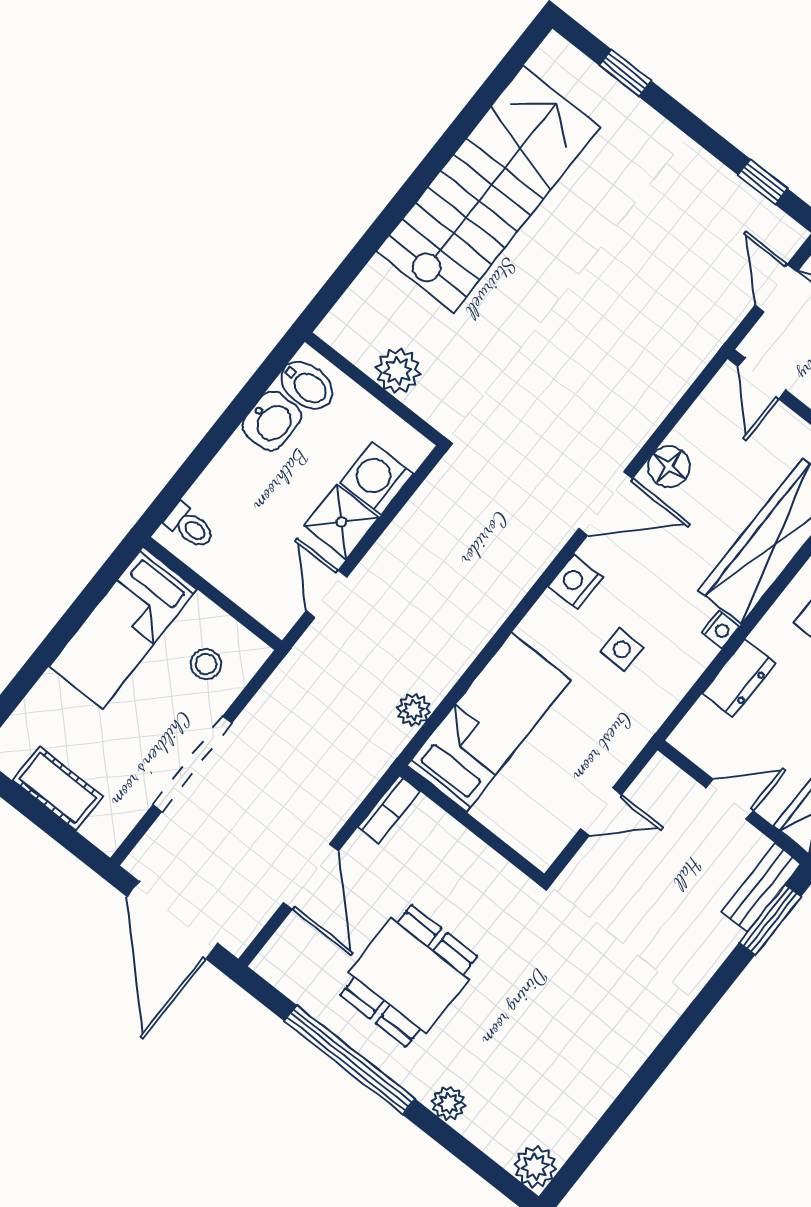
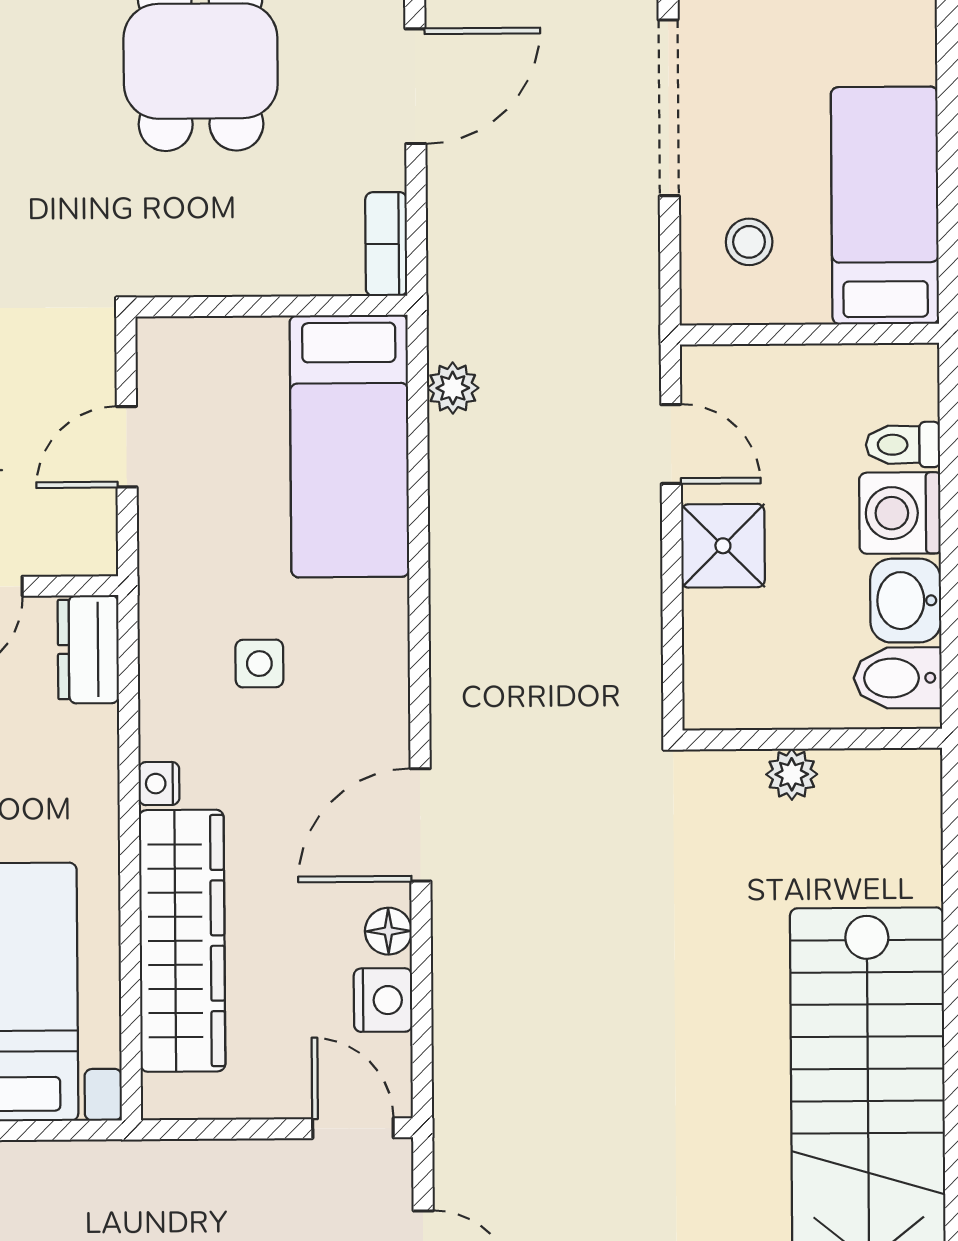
plant: (398, 371) -> (792, 774), width x0.73, depth x0.73
floor lamp: (669, 466) -> (388, 931), width x0.73, depth x0.73
washing machine: (377, 478) -> (900, 513), moved, turned 180
toilet: (190, 526) -> (903, 445), moved
nightstand: (575, 582) -> (383, 1000), moved
dresser: (739, 678) -> (88, 649), moved
door: (311, 877) -> (415, 86), swing flipped

